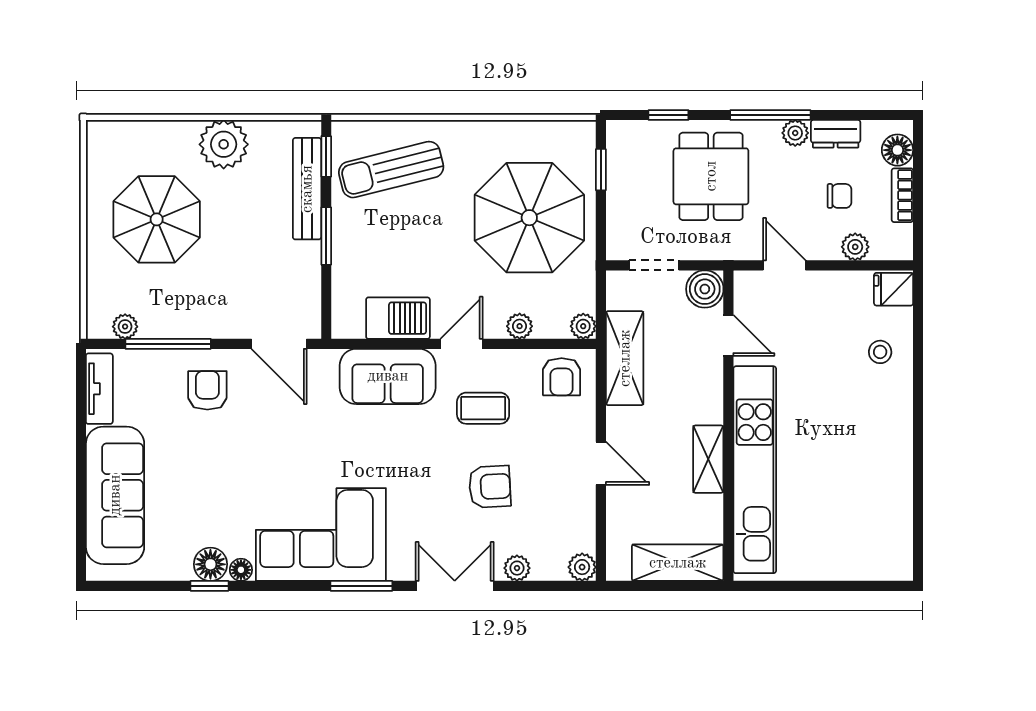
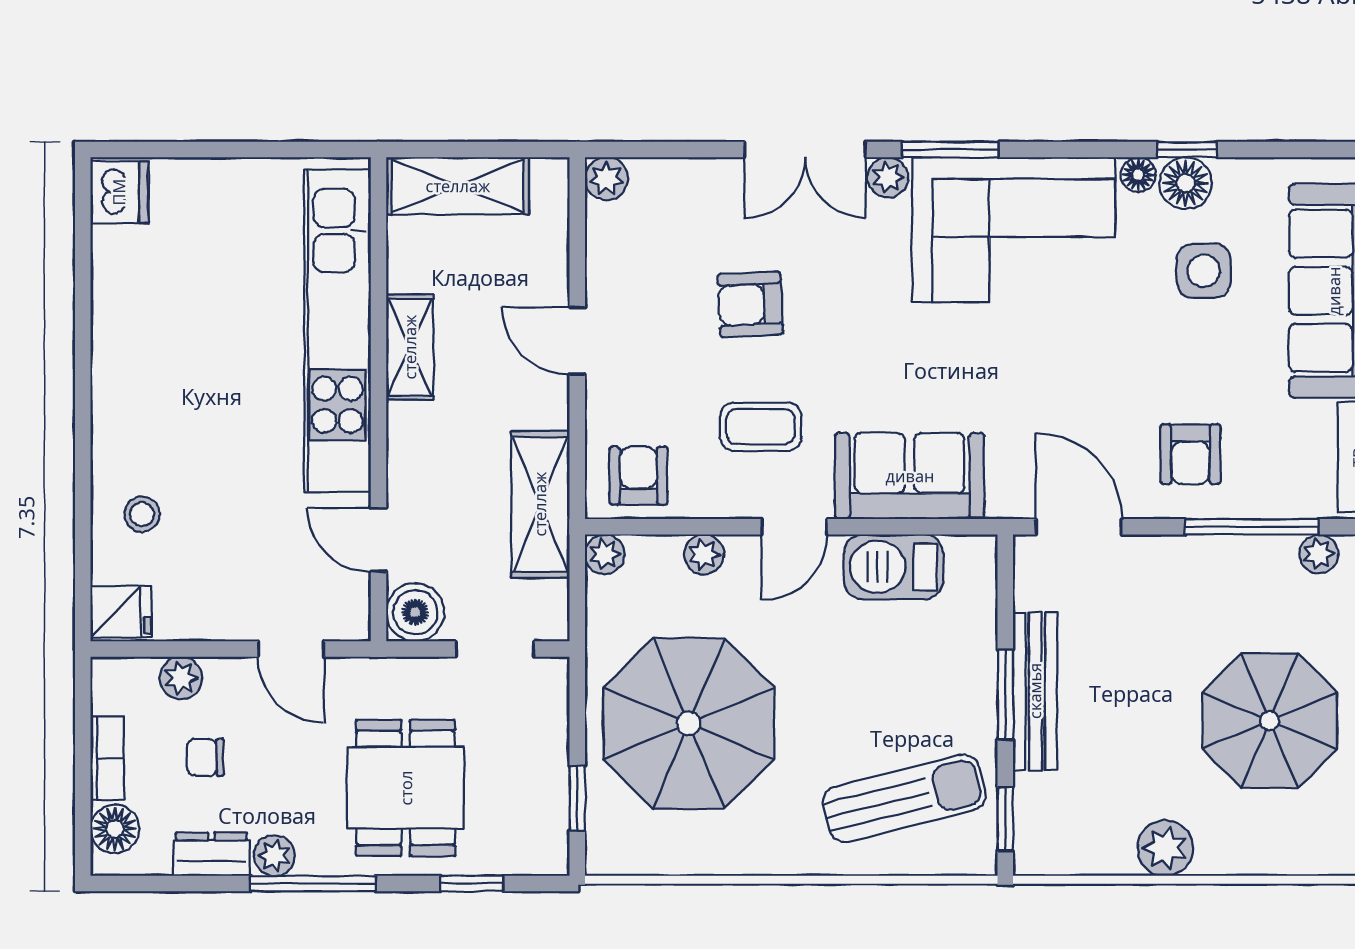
plant: (224, 144) -> (1165, 848), width x0.73, depth x0.73
bench: (307, 189) -> (1035, 691), moved
side table: (199, 508) -> (1204, 271), added
dishwasher: (895, 559) -> (119, 192), added
plant: (517, 568) -> (888, 177), moved

